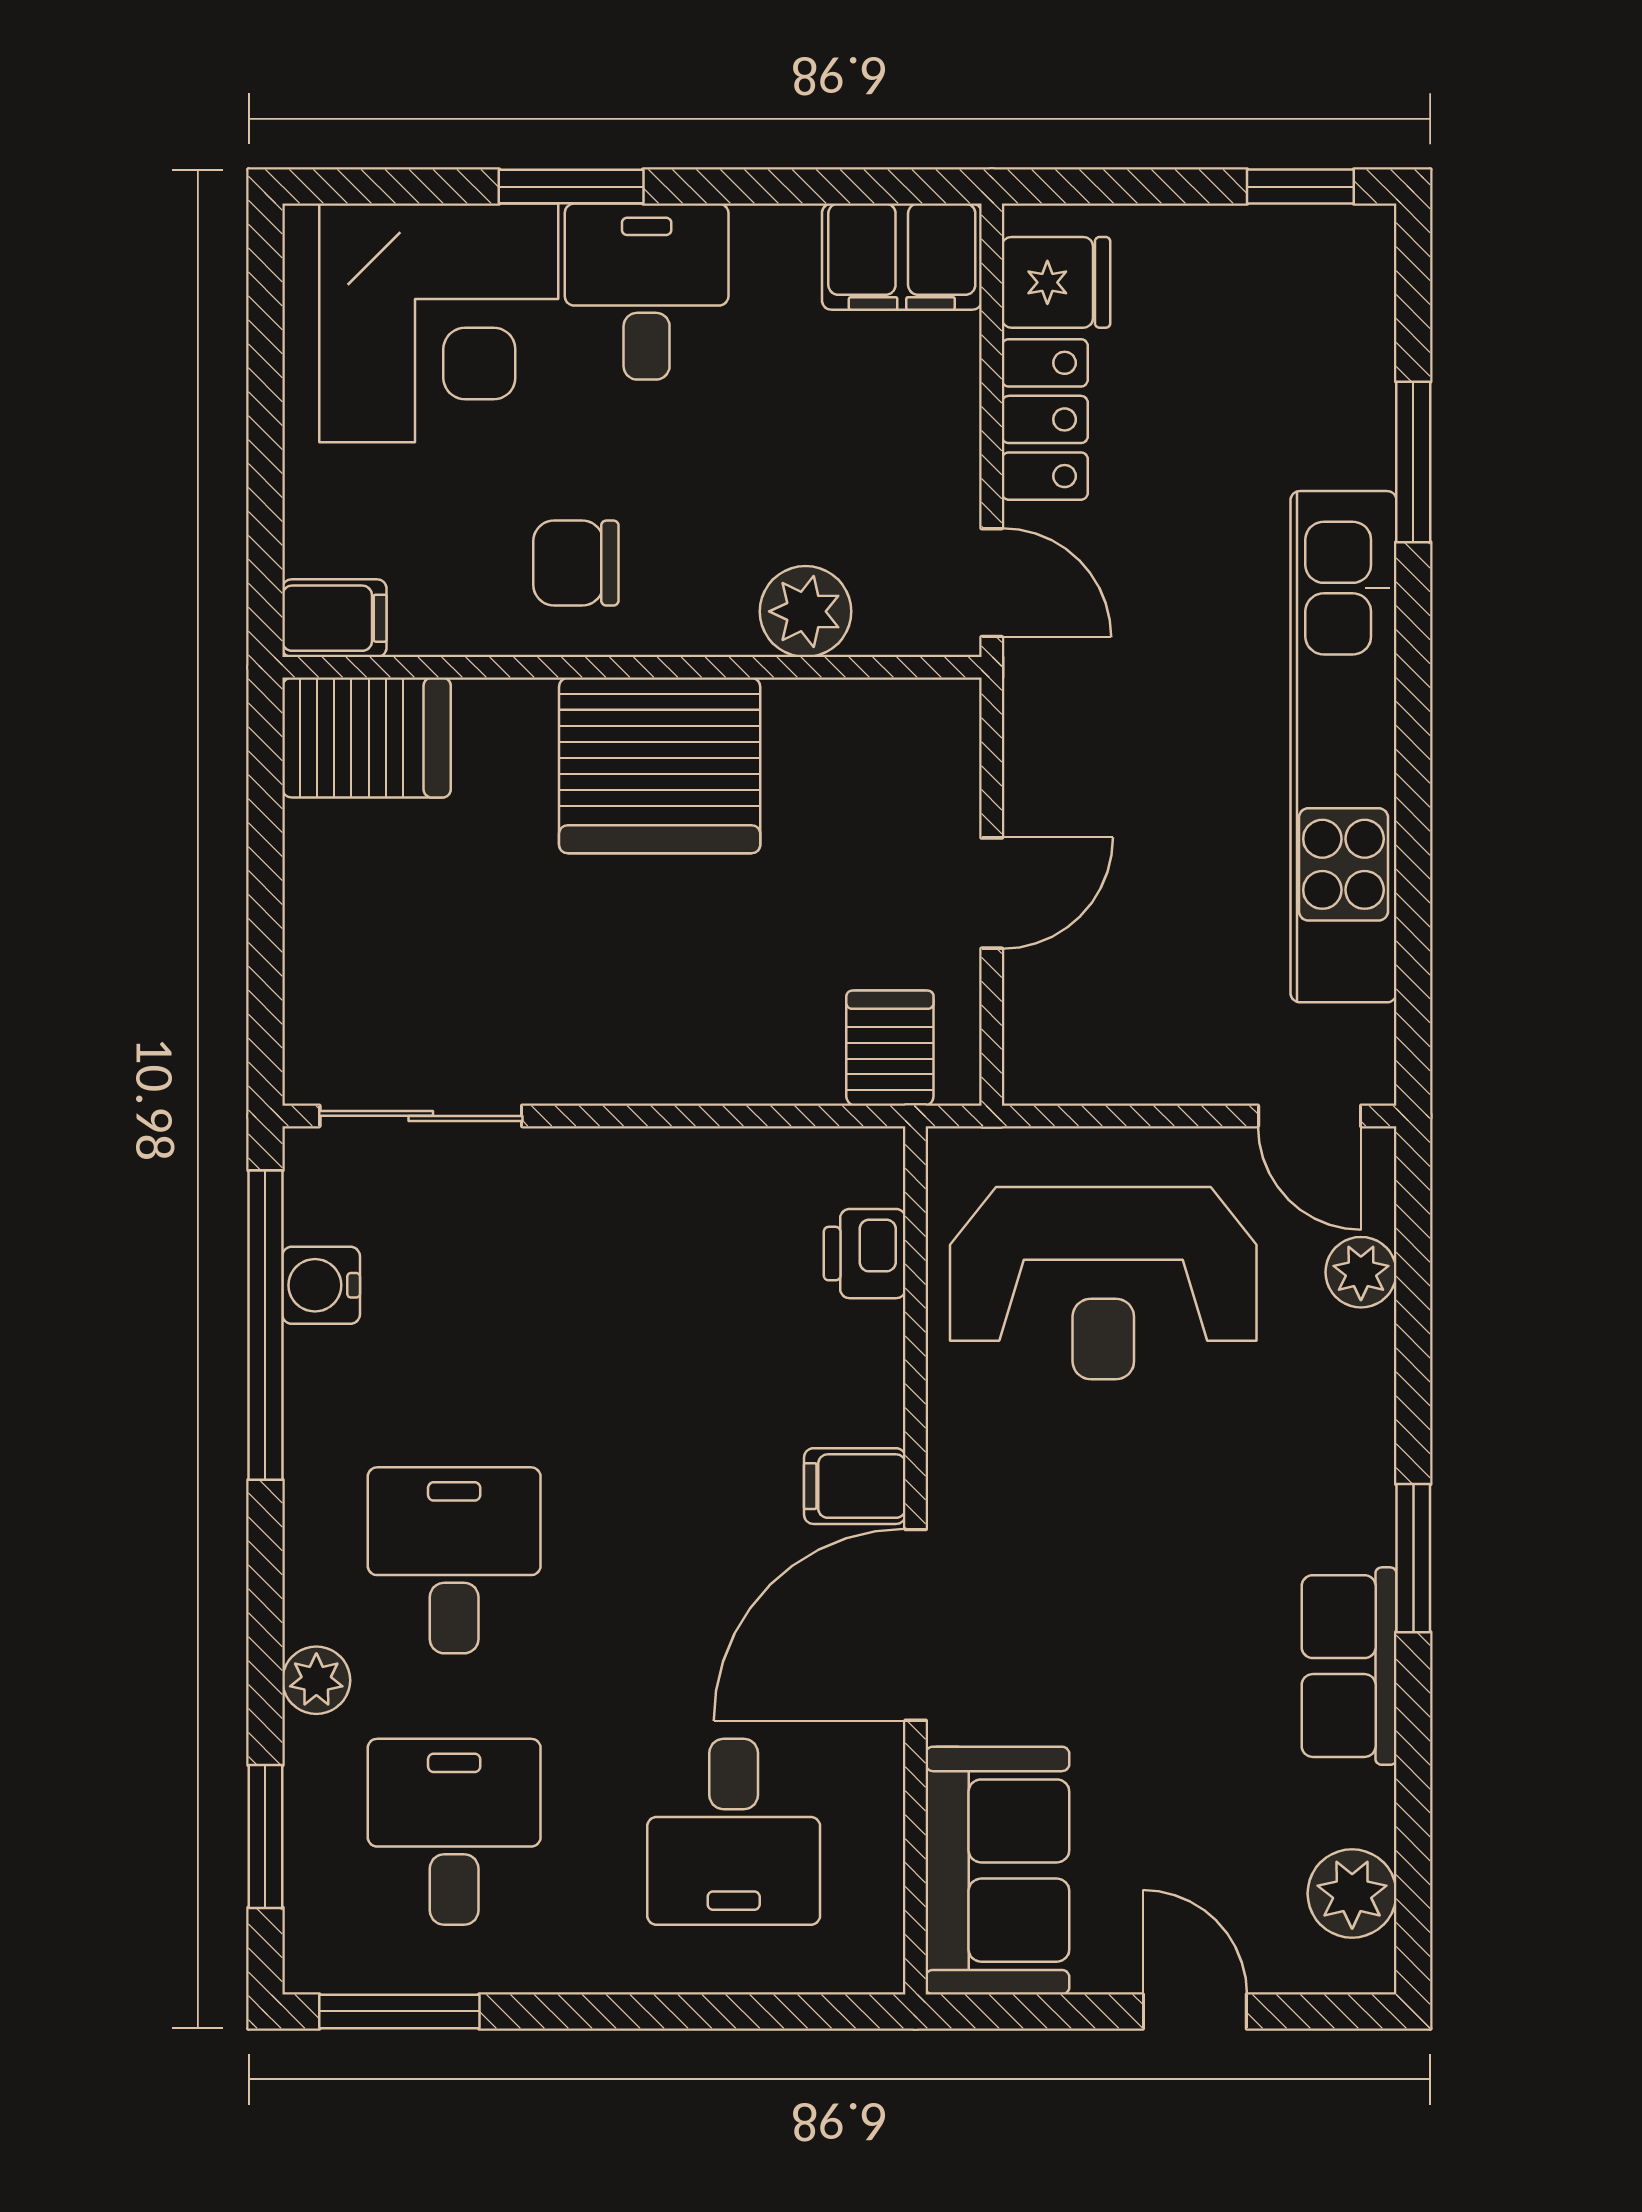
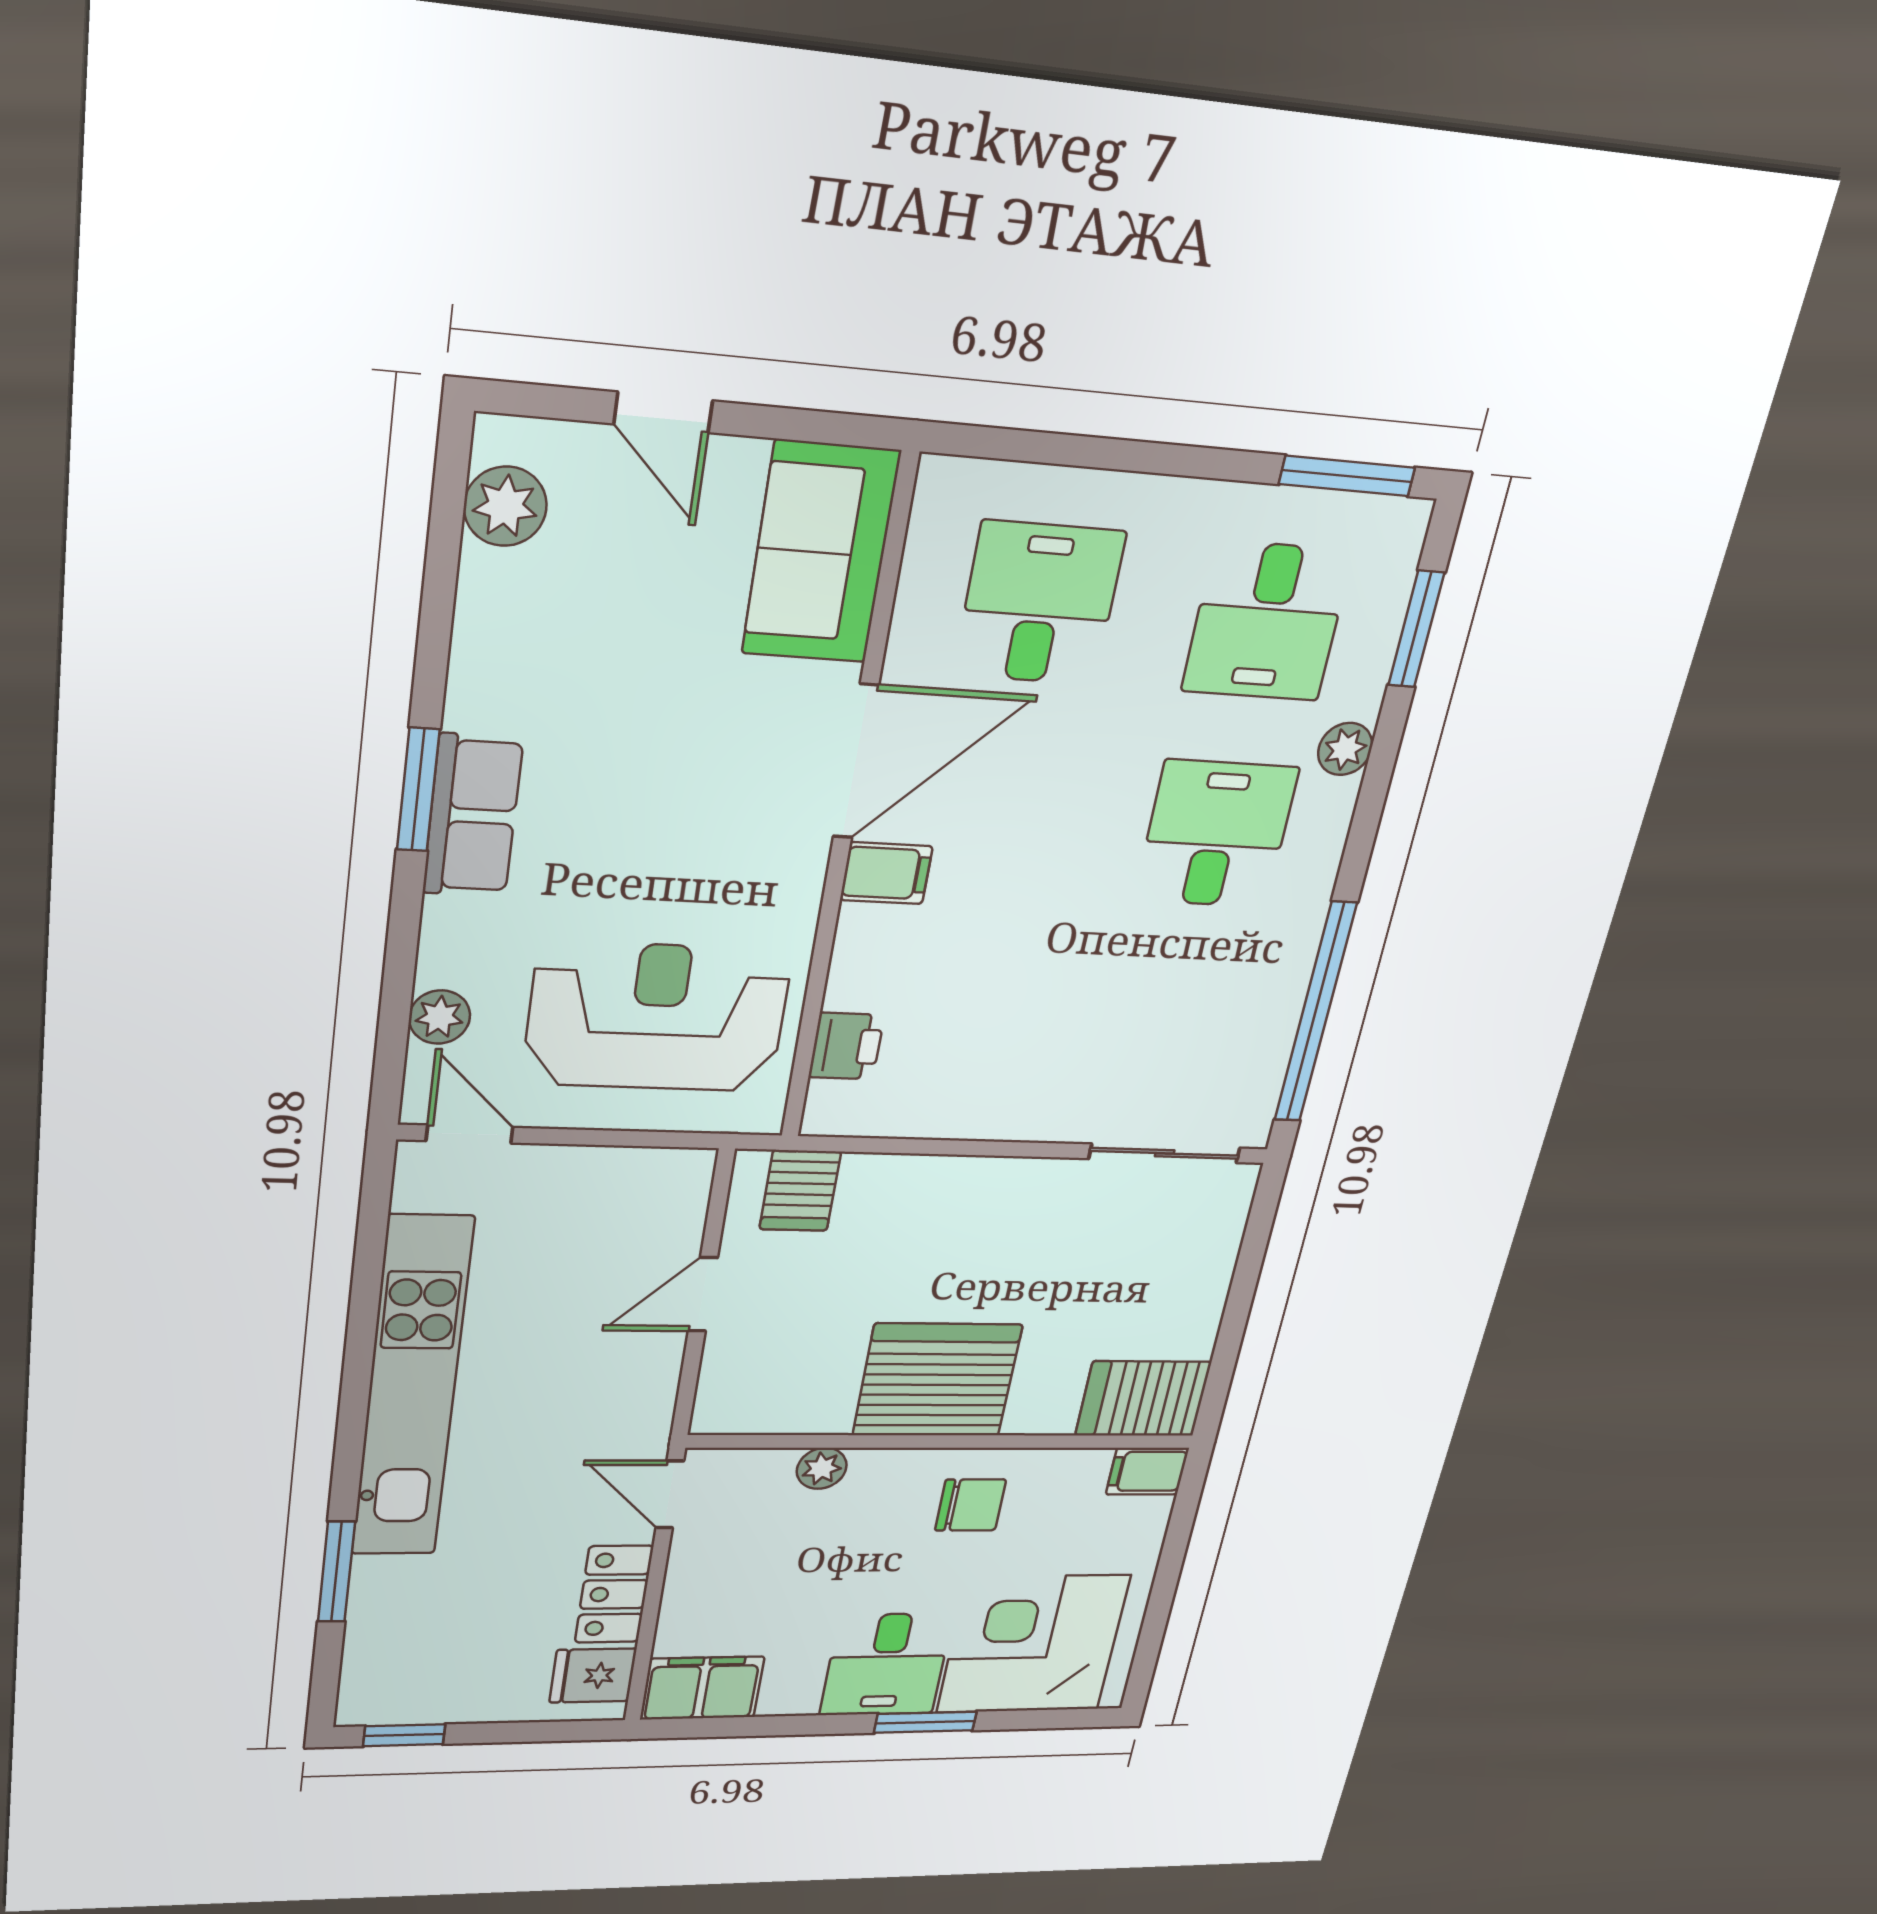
plant: (806, 611) -> (822, 1468), width x0.73, depth x0.73
water cooler: (321, 1285) -> (1267, 1039), removed
desk: (454, 1560) -> (1216, 834), turned 180
row of seats: (1349, 1666) -> (473, 816), moved

